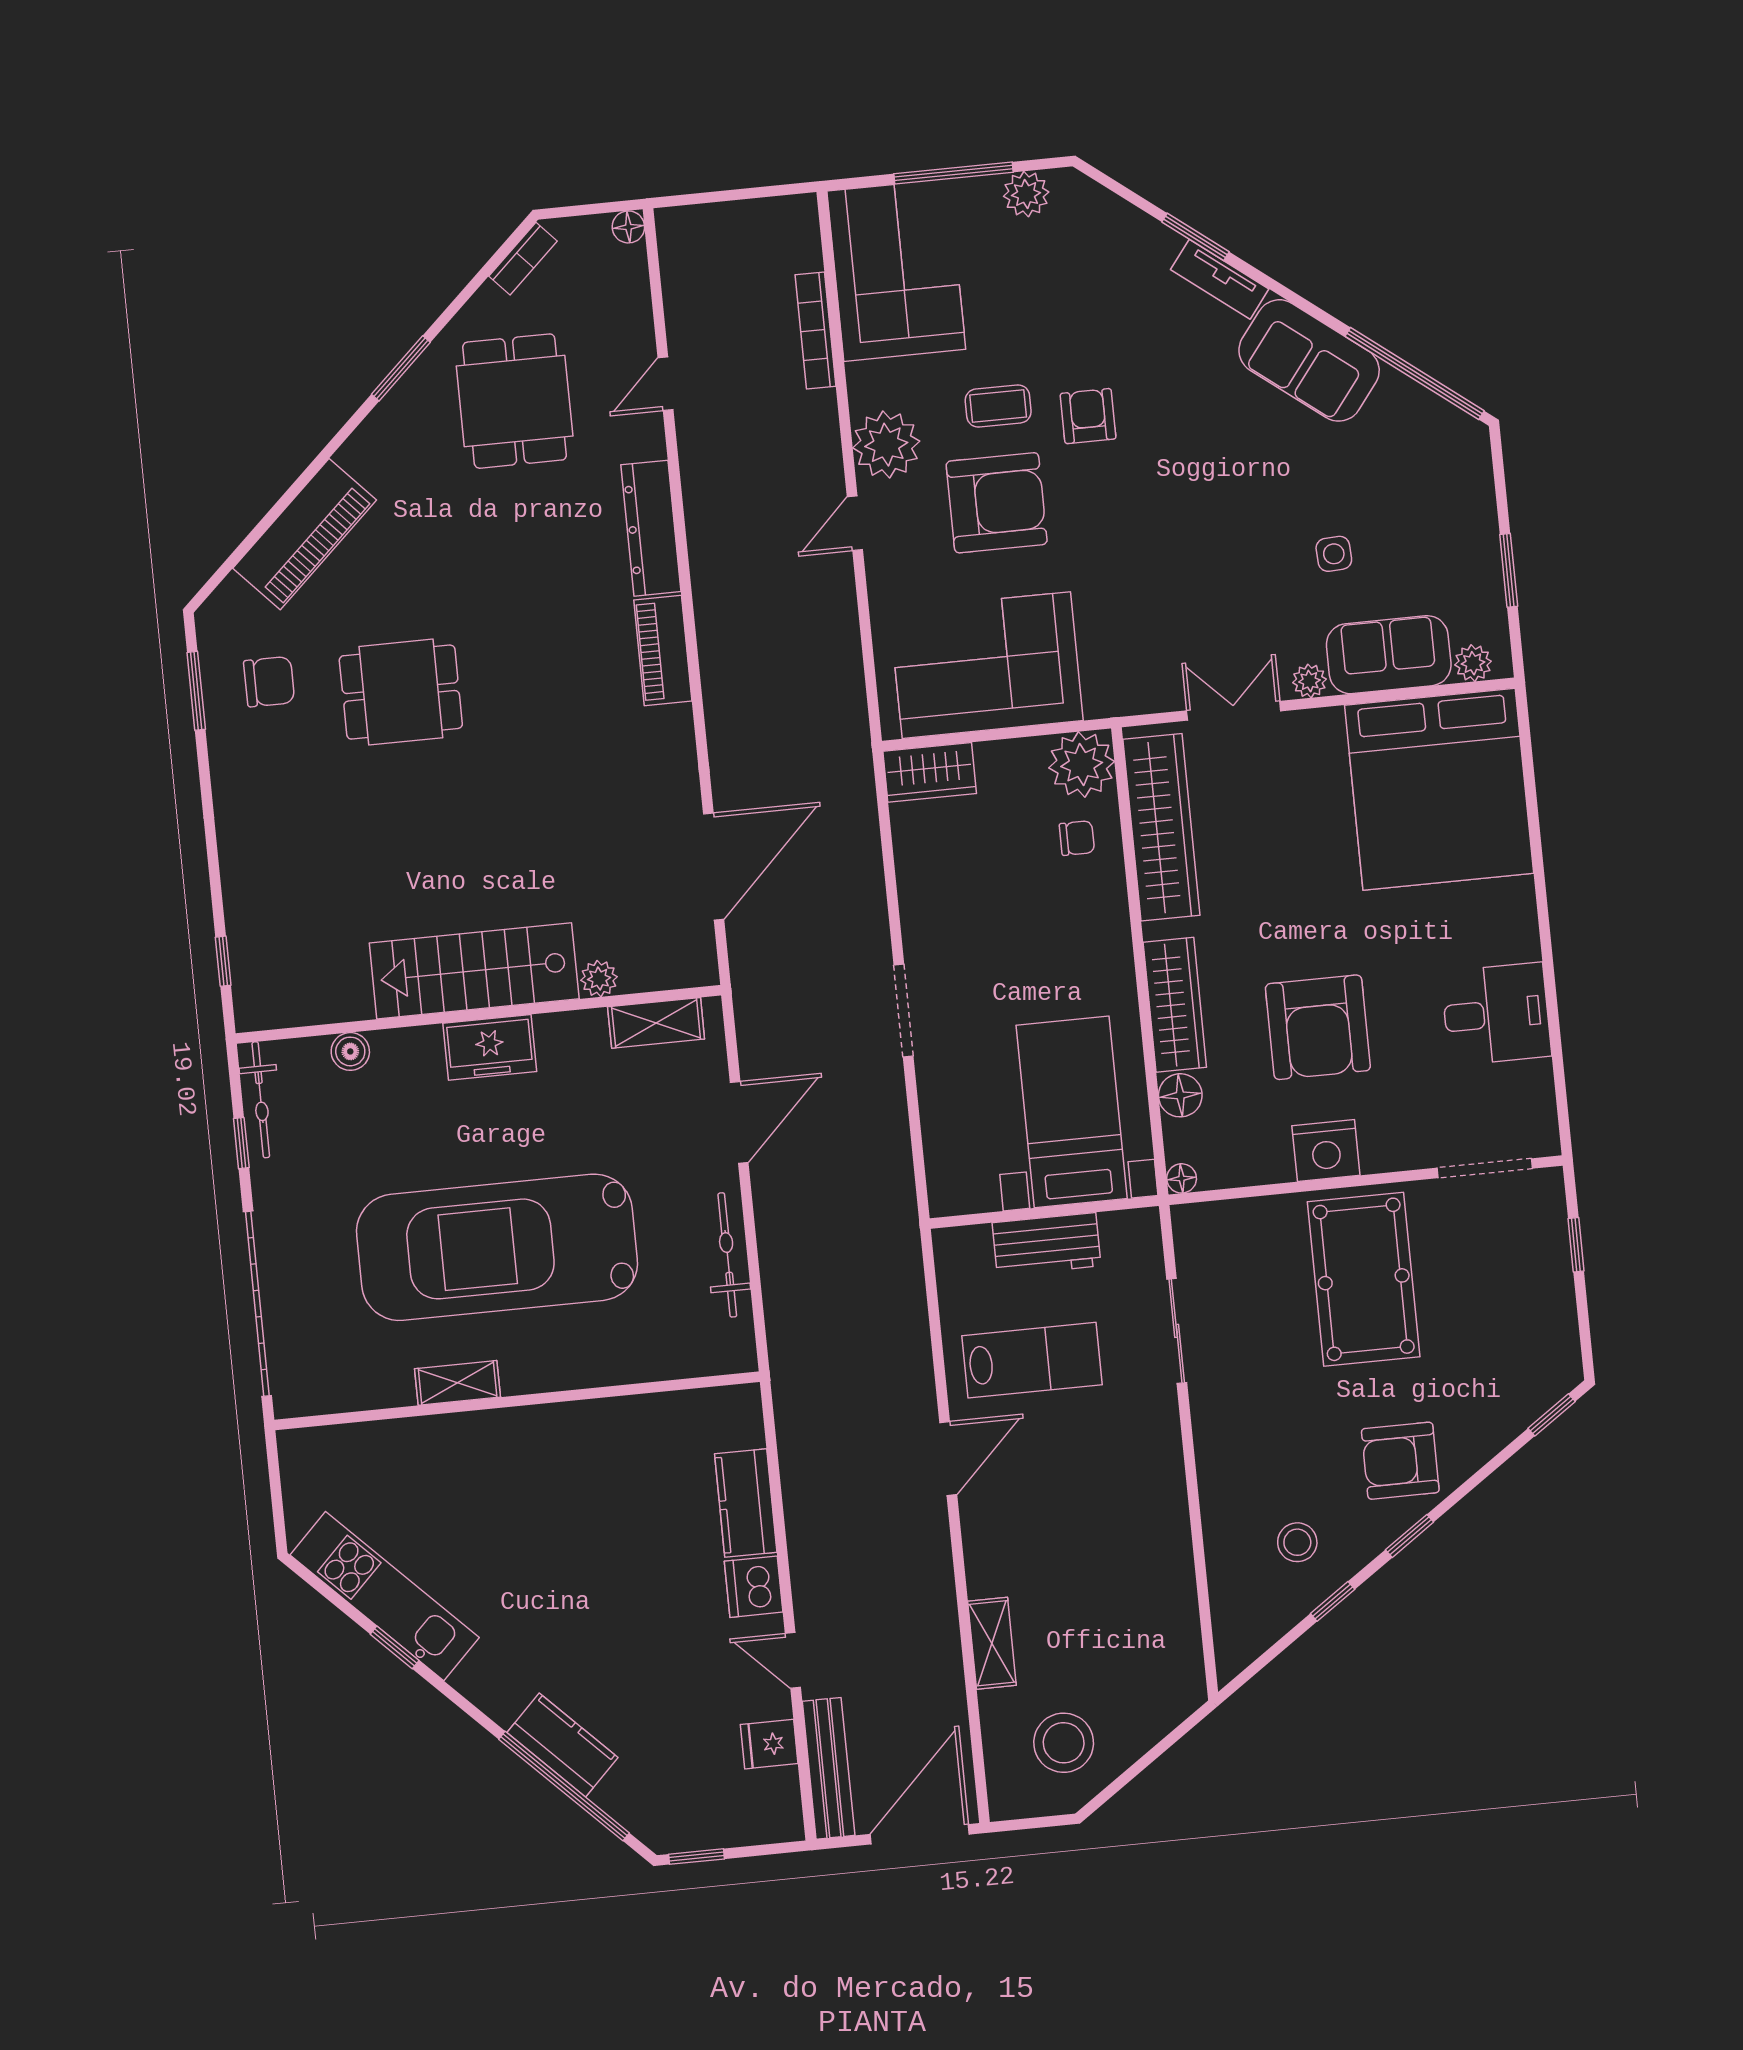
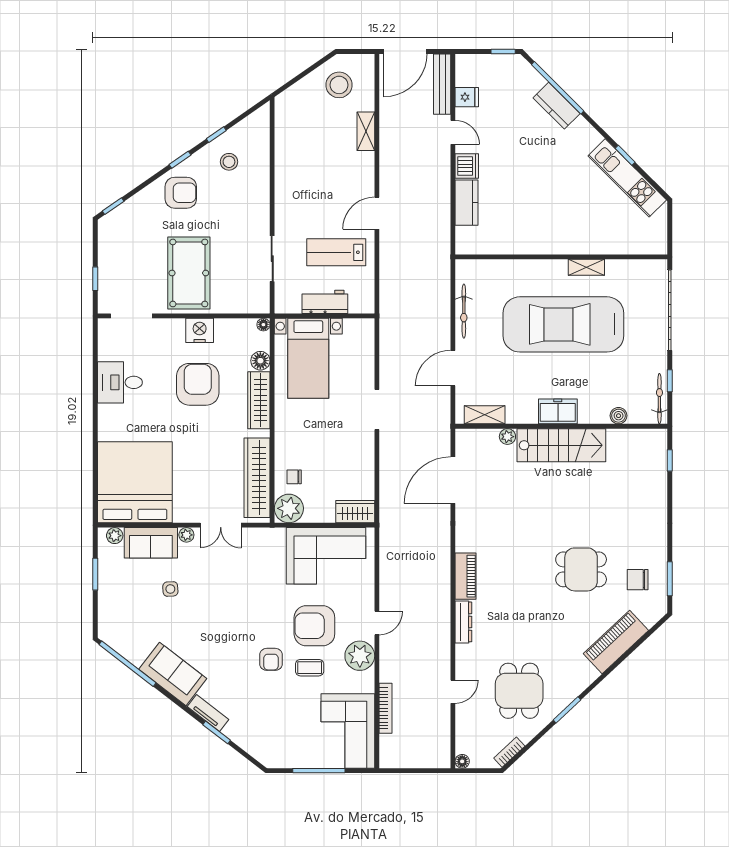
plant: (1026, 194) -> (288, 758), removed
dresser: (651, 528) -> (463, 622), width x0.73, depth x0.80
car: (497, 1247) -> (563, 324), turned 180

